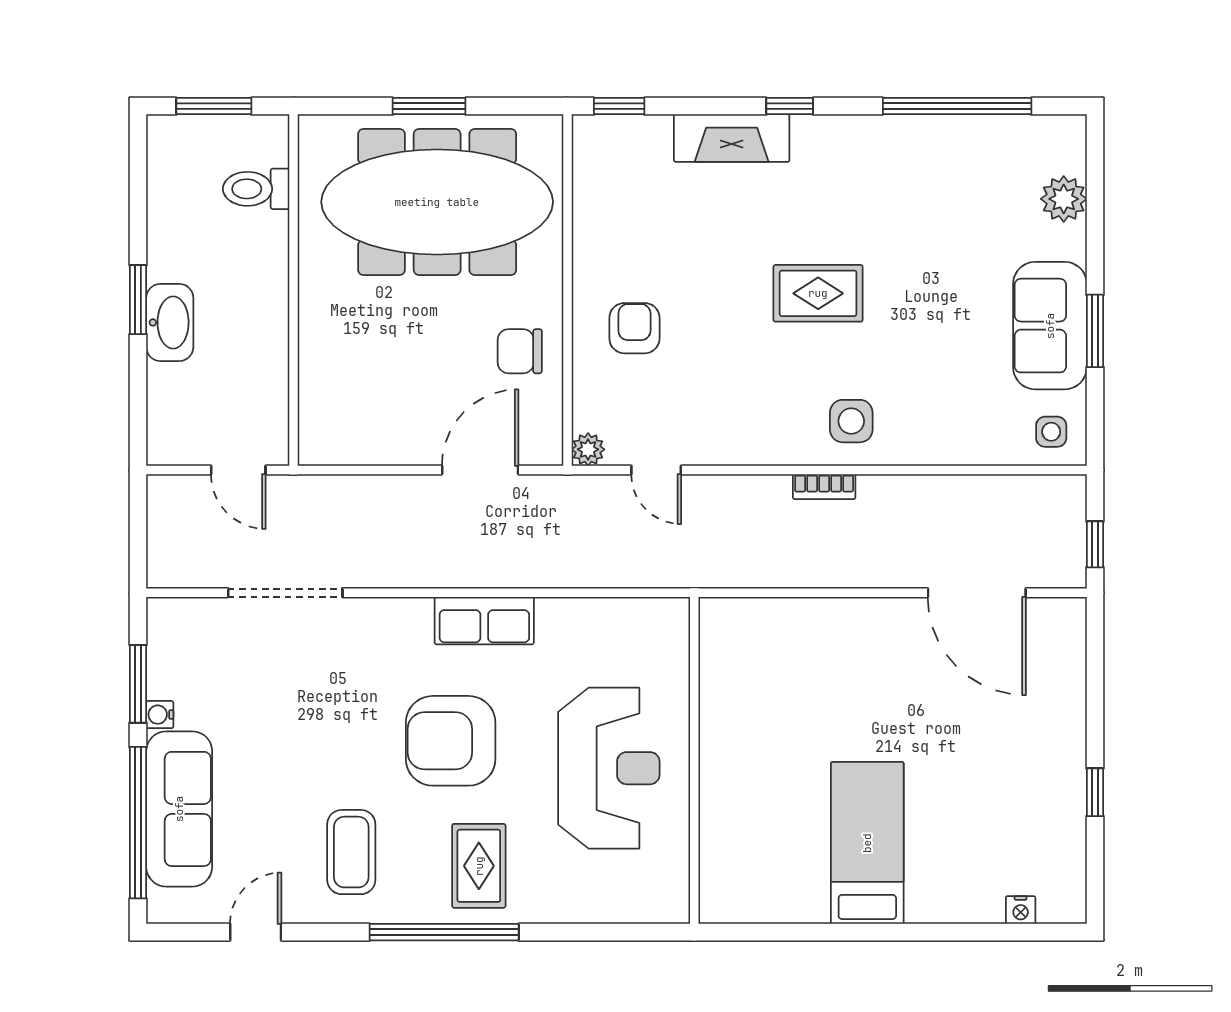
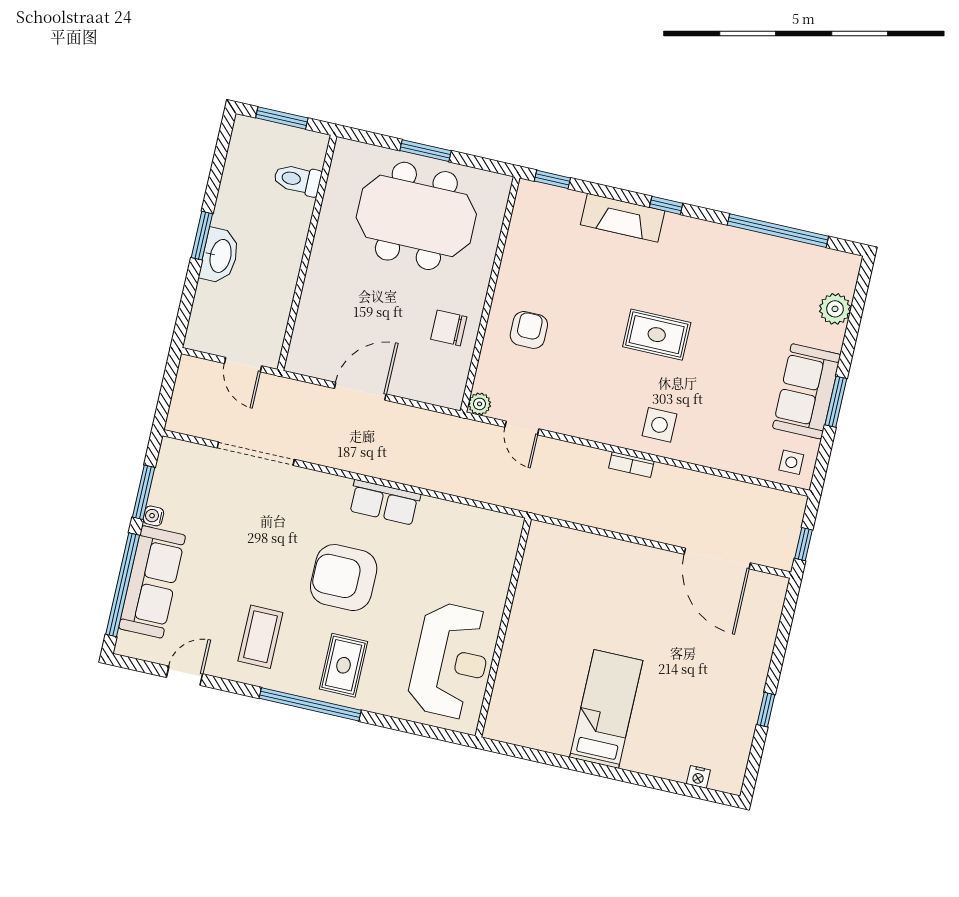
meeting table: (437, 202) -> (416, 216), width x0.73
door: (480, 470) -> (360, 391), moved
reception desk: (609, 768) -> (451, 661), moved

